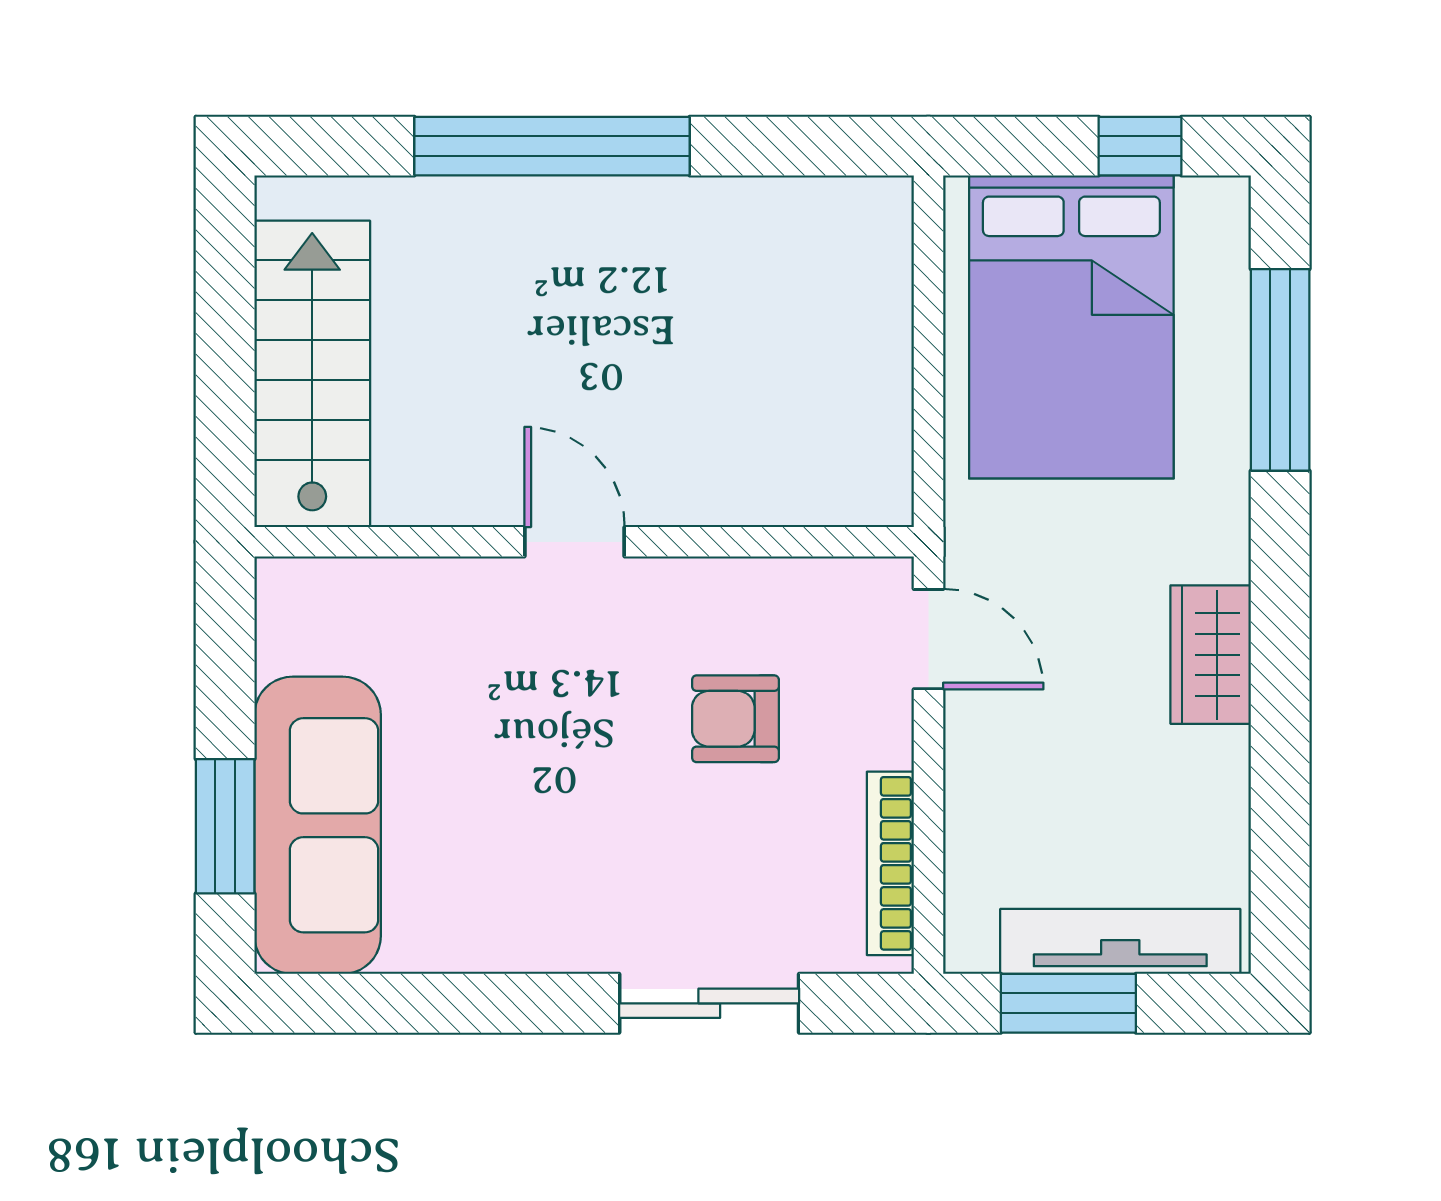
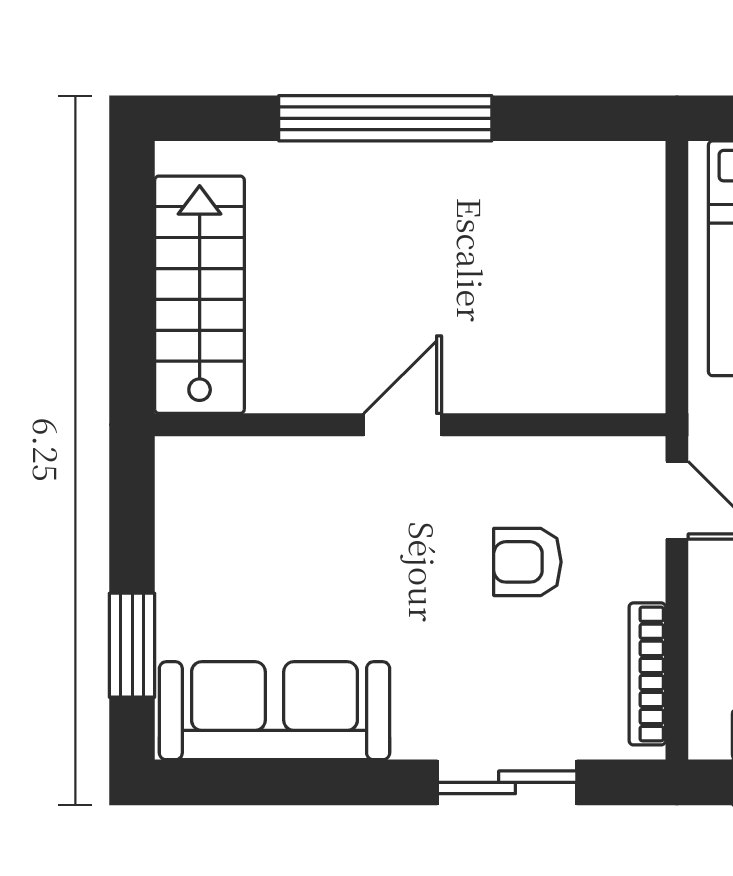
door: (575, 542) -> (403, 425), hinge flipped
sofa: (318, 825) -> (274, 711), moved, turned -90

